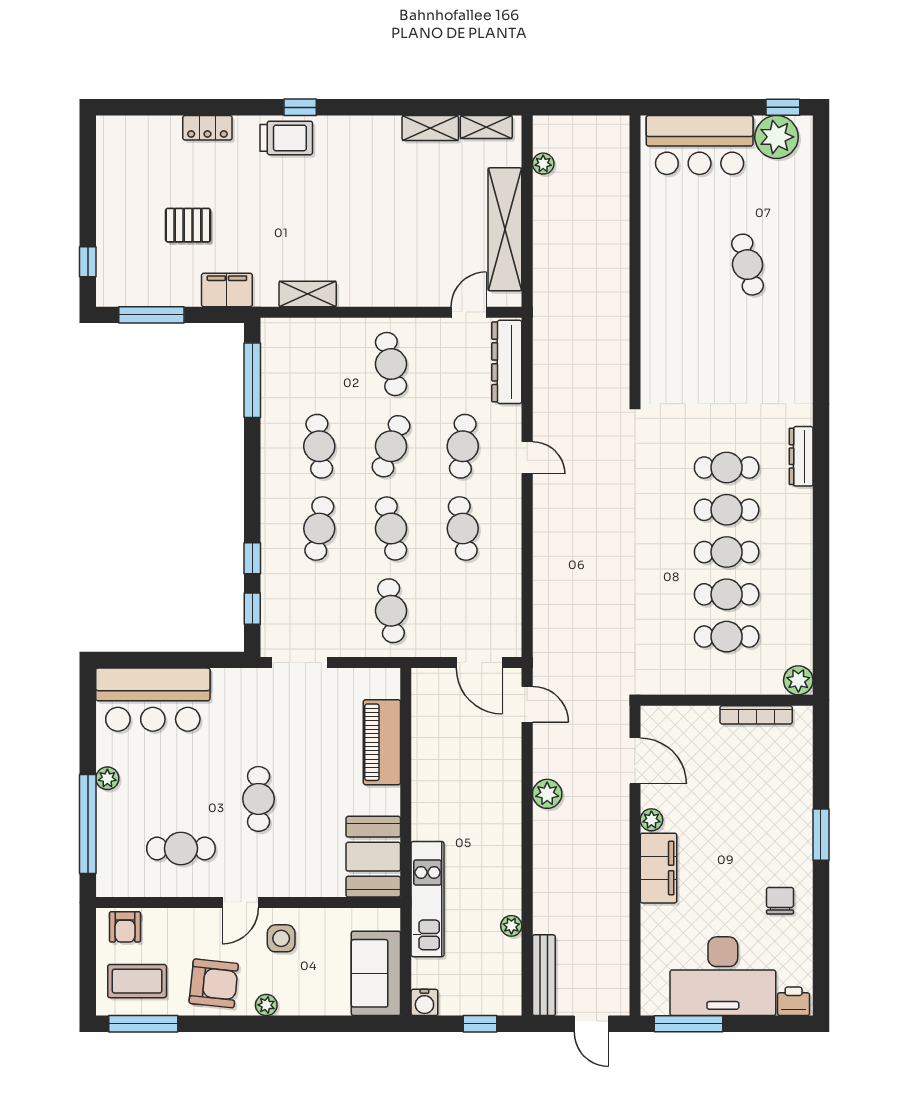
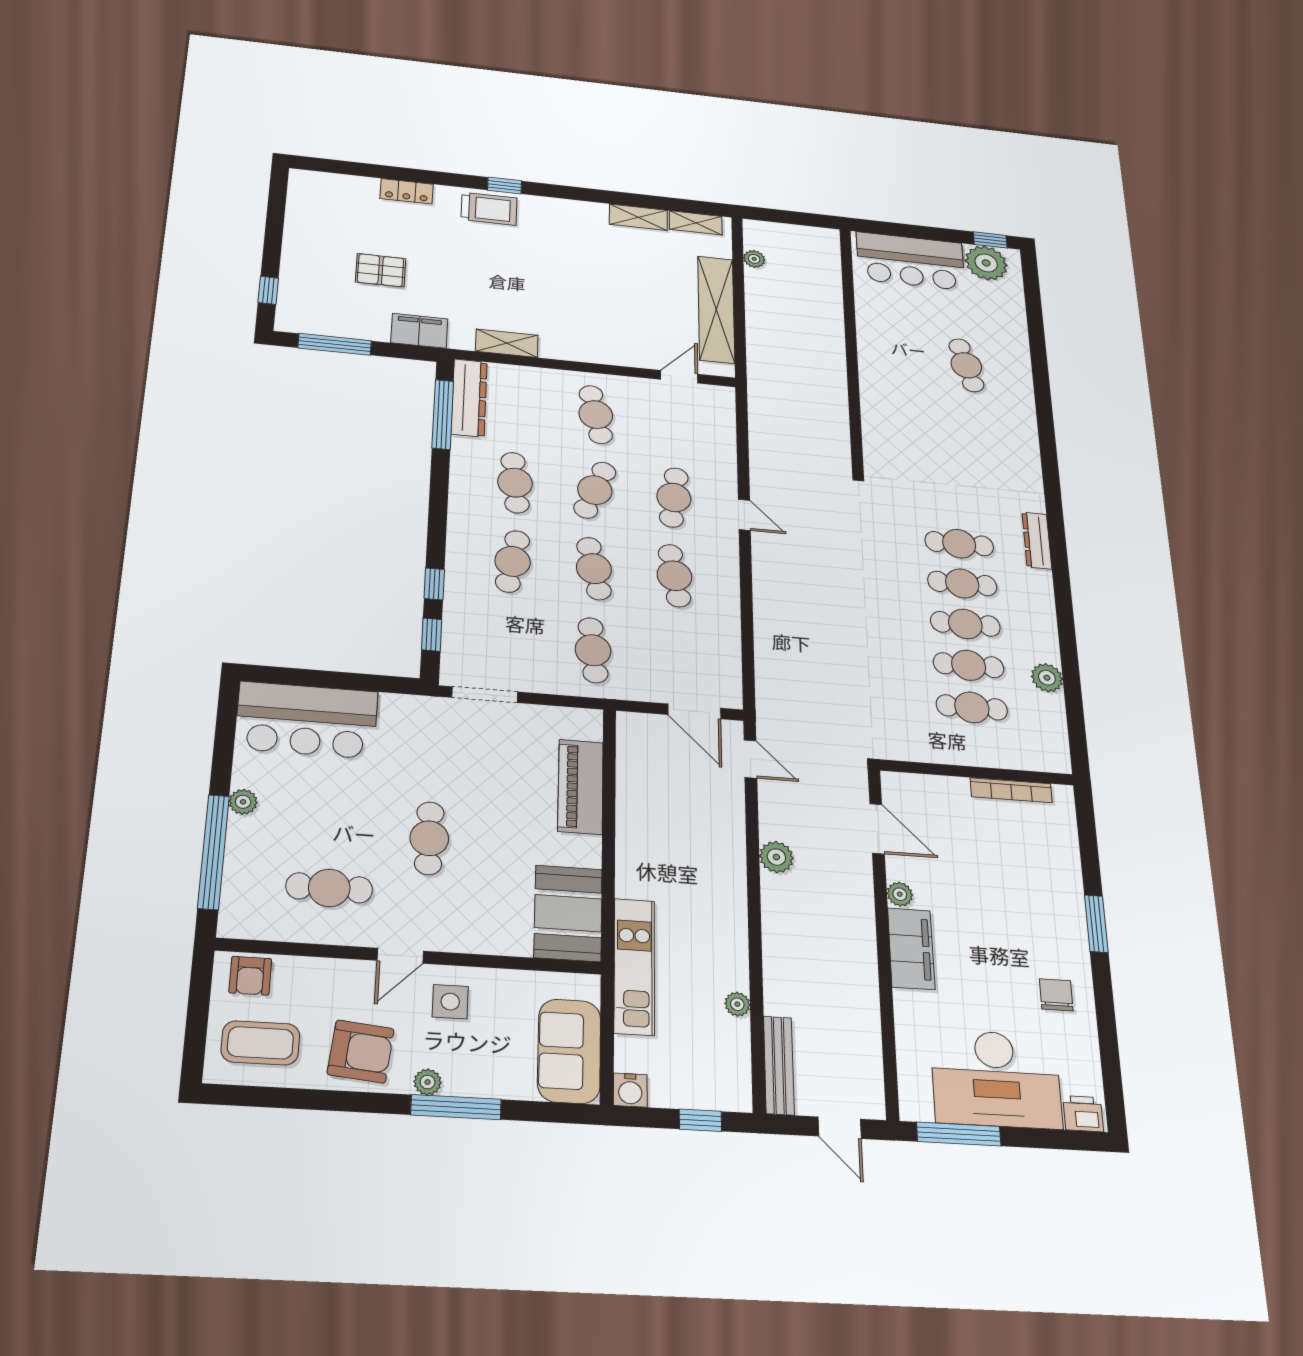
dresser: (507, 362) -> (469, 398), moved, turned 180
plant: (798, 680) -> (1047, 678), moved
window: (143, 1024) -> (456, 1107), moved

